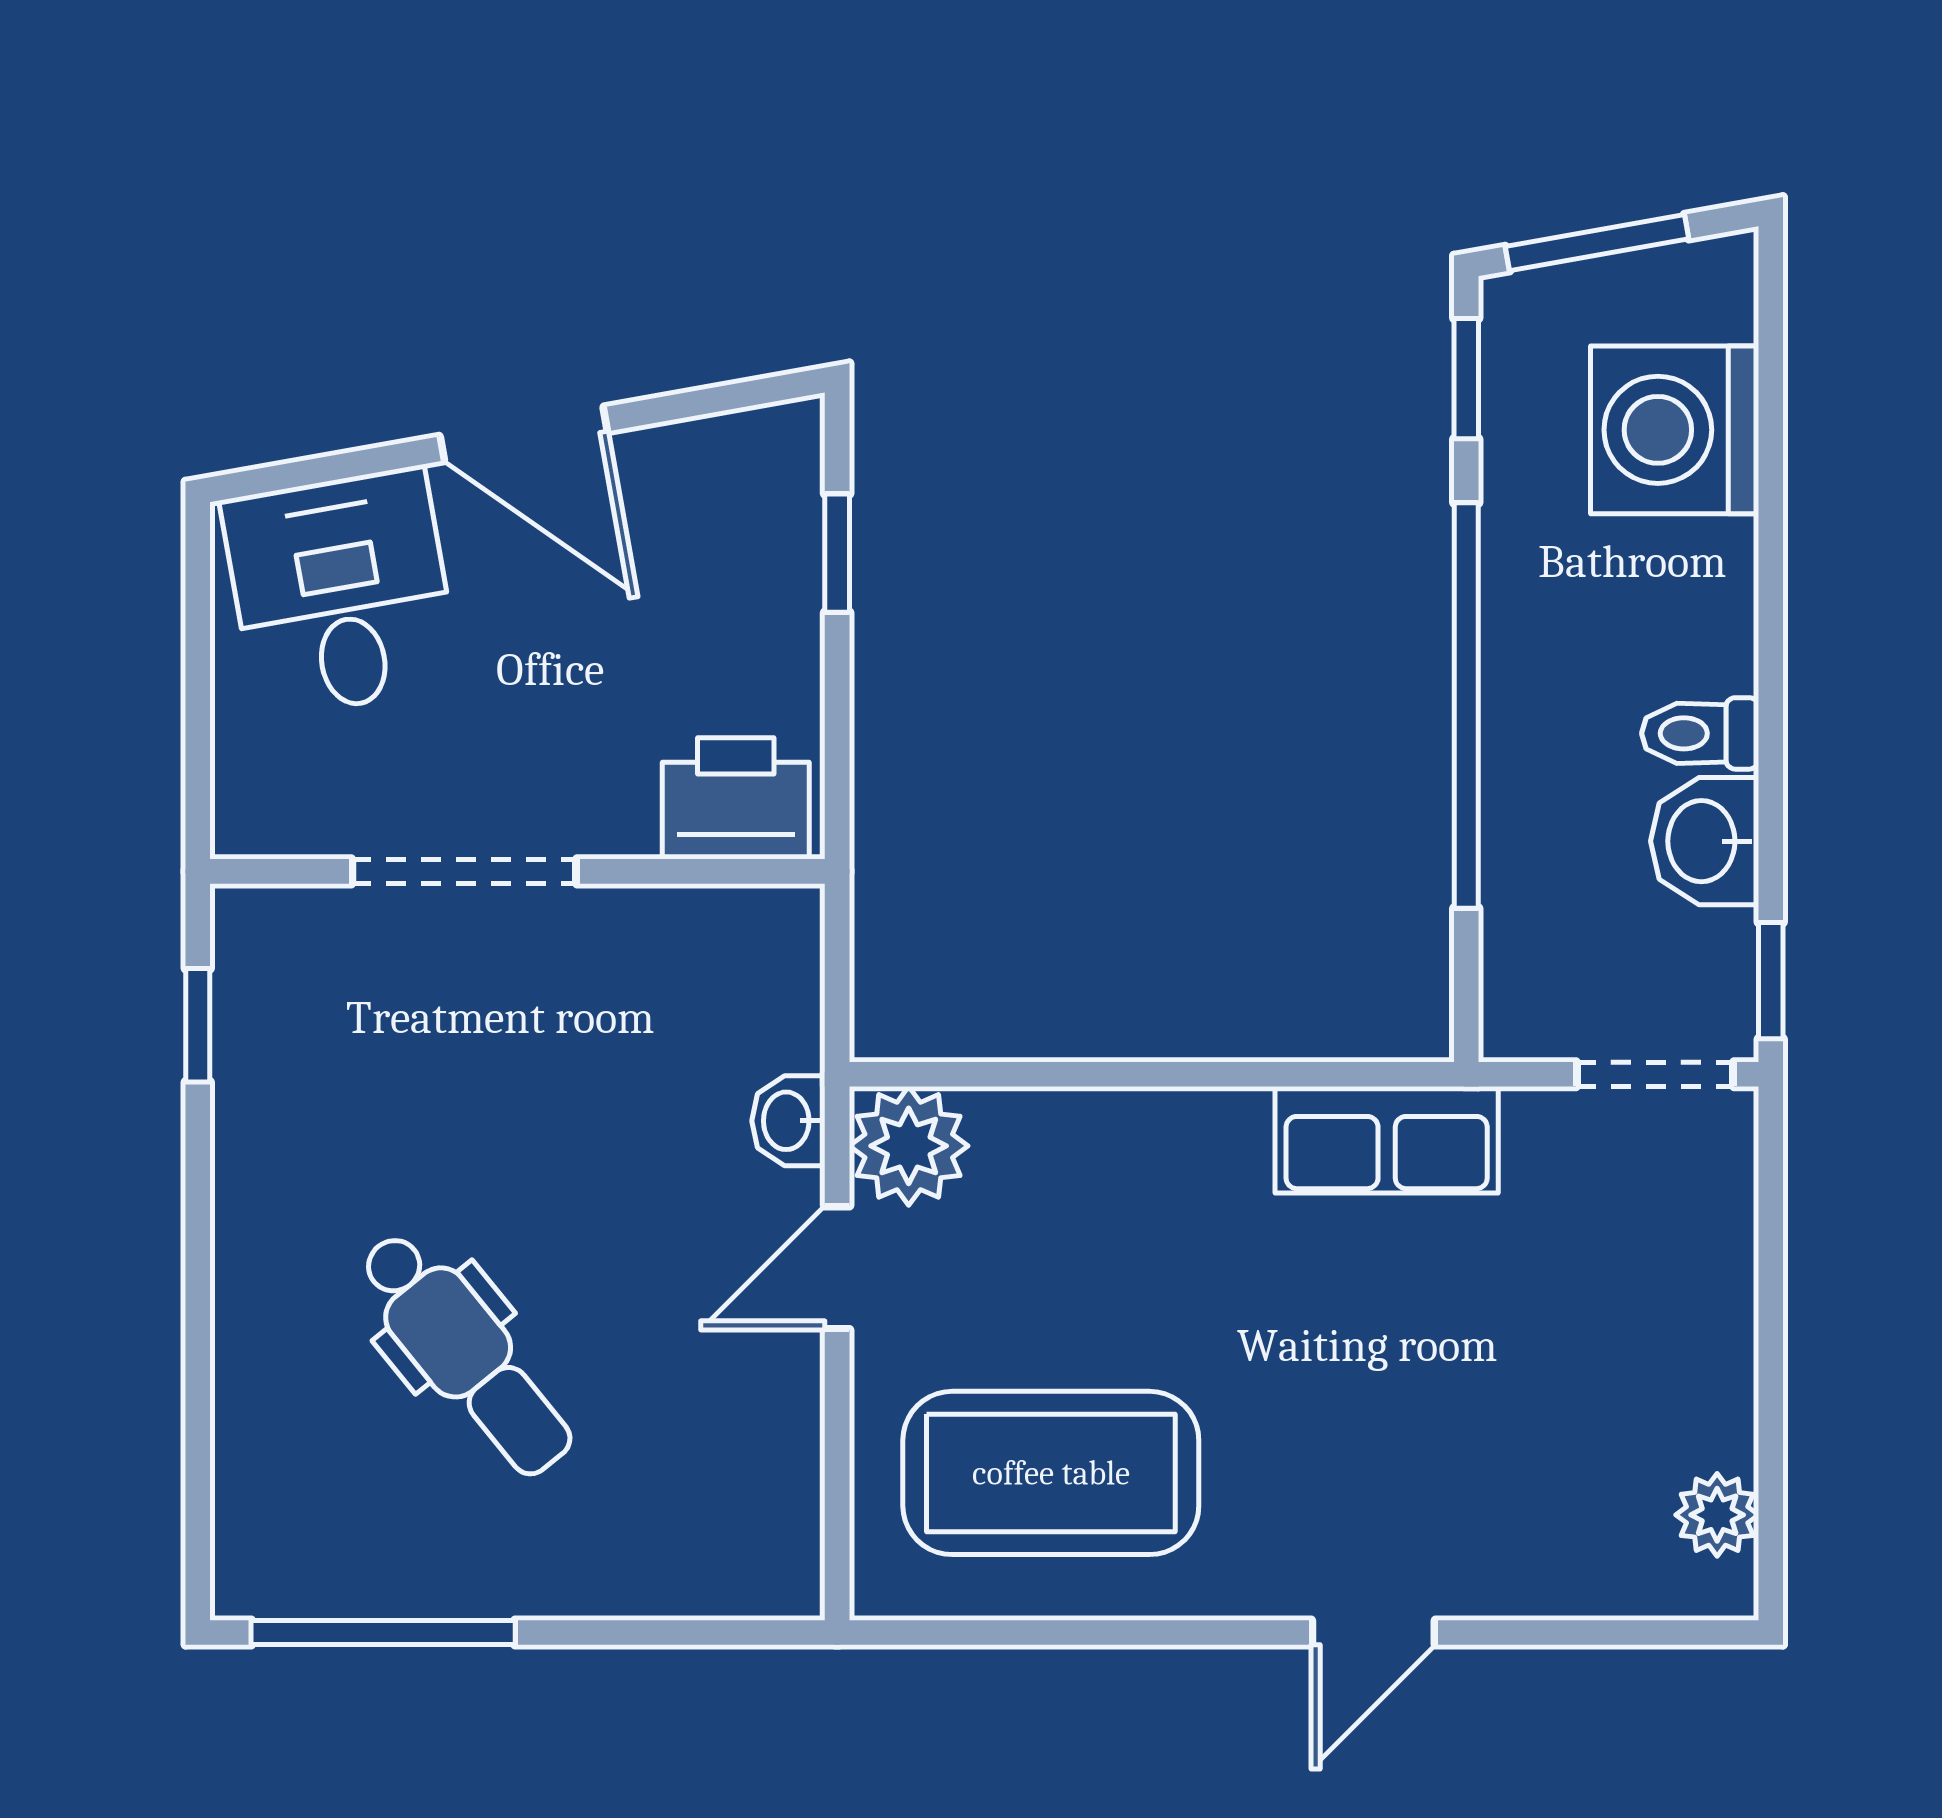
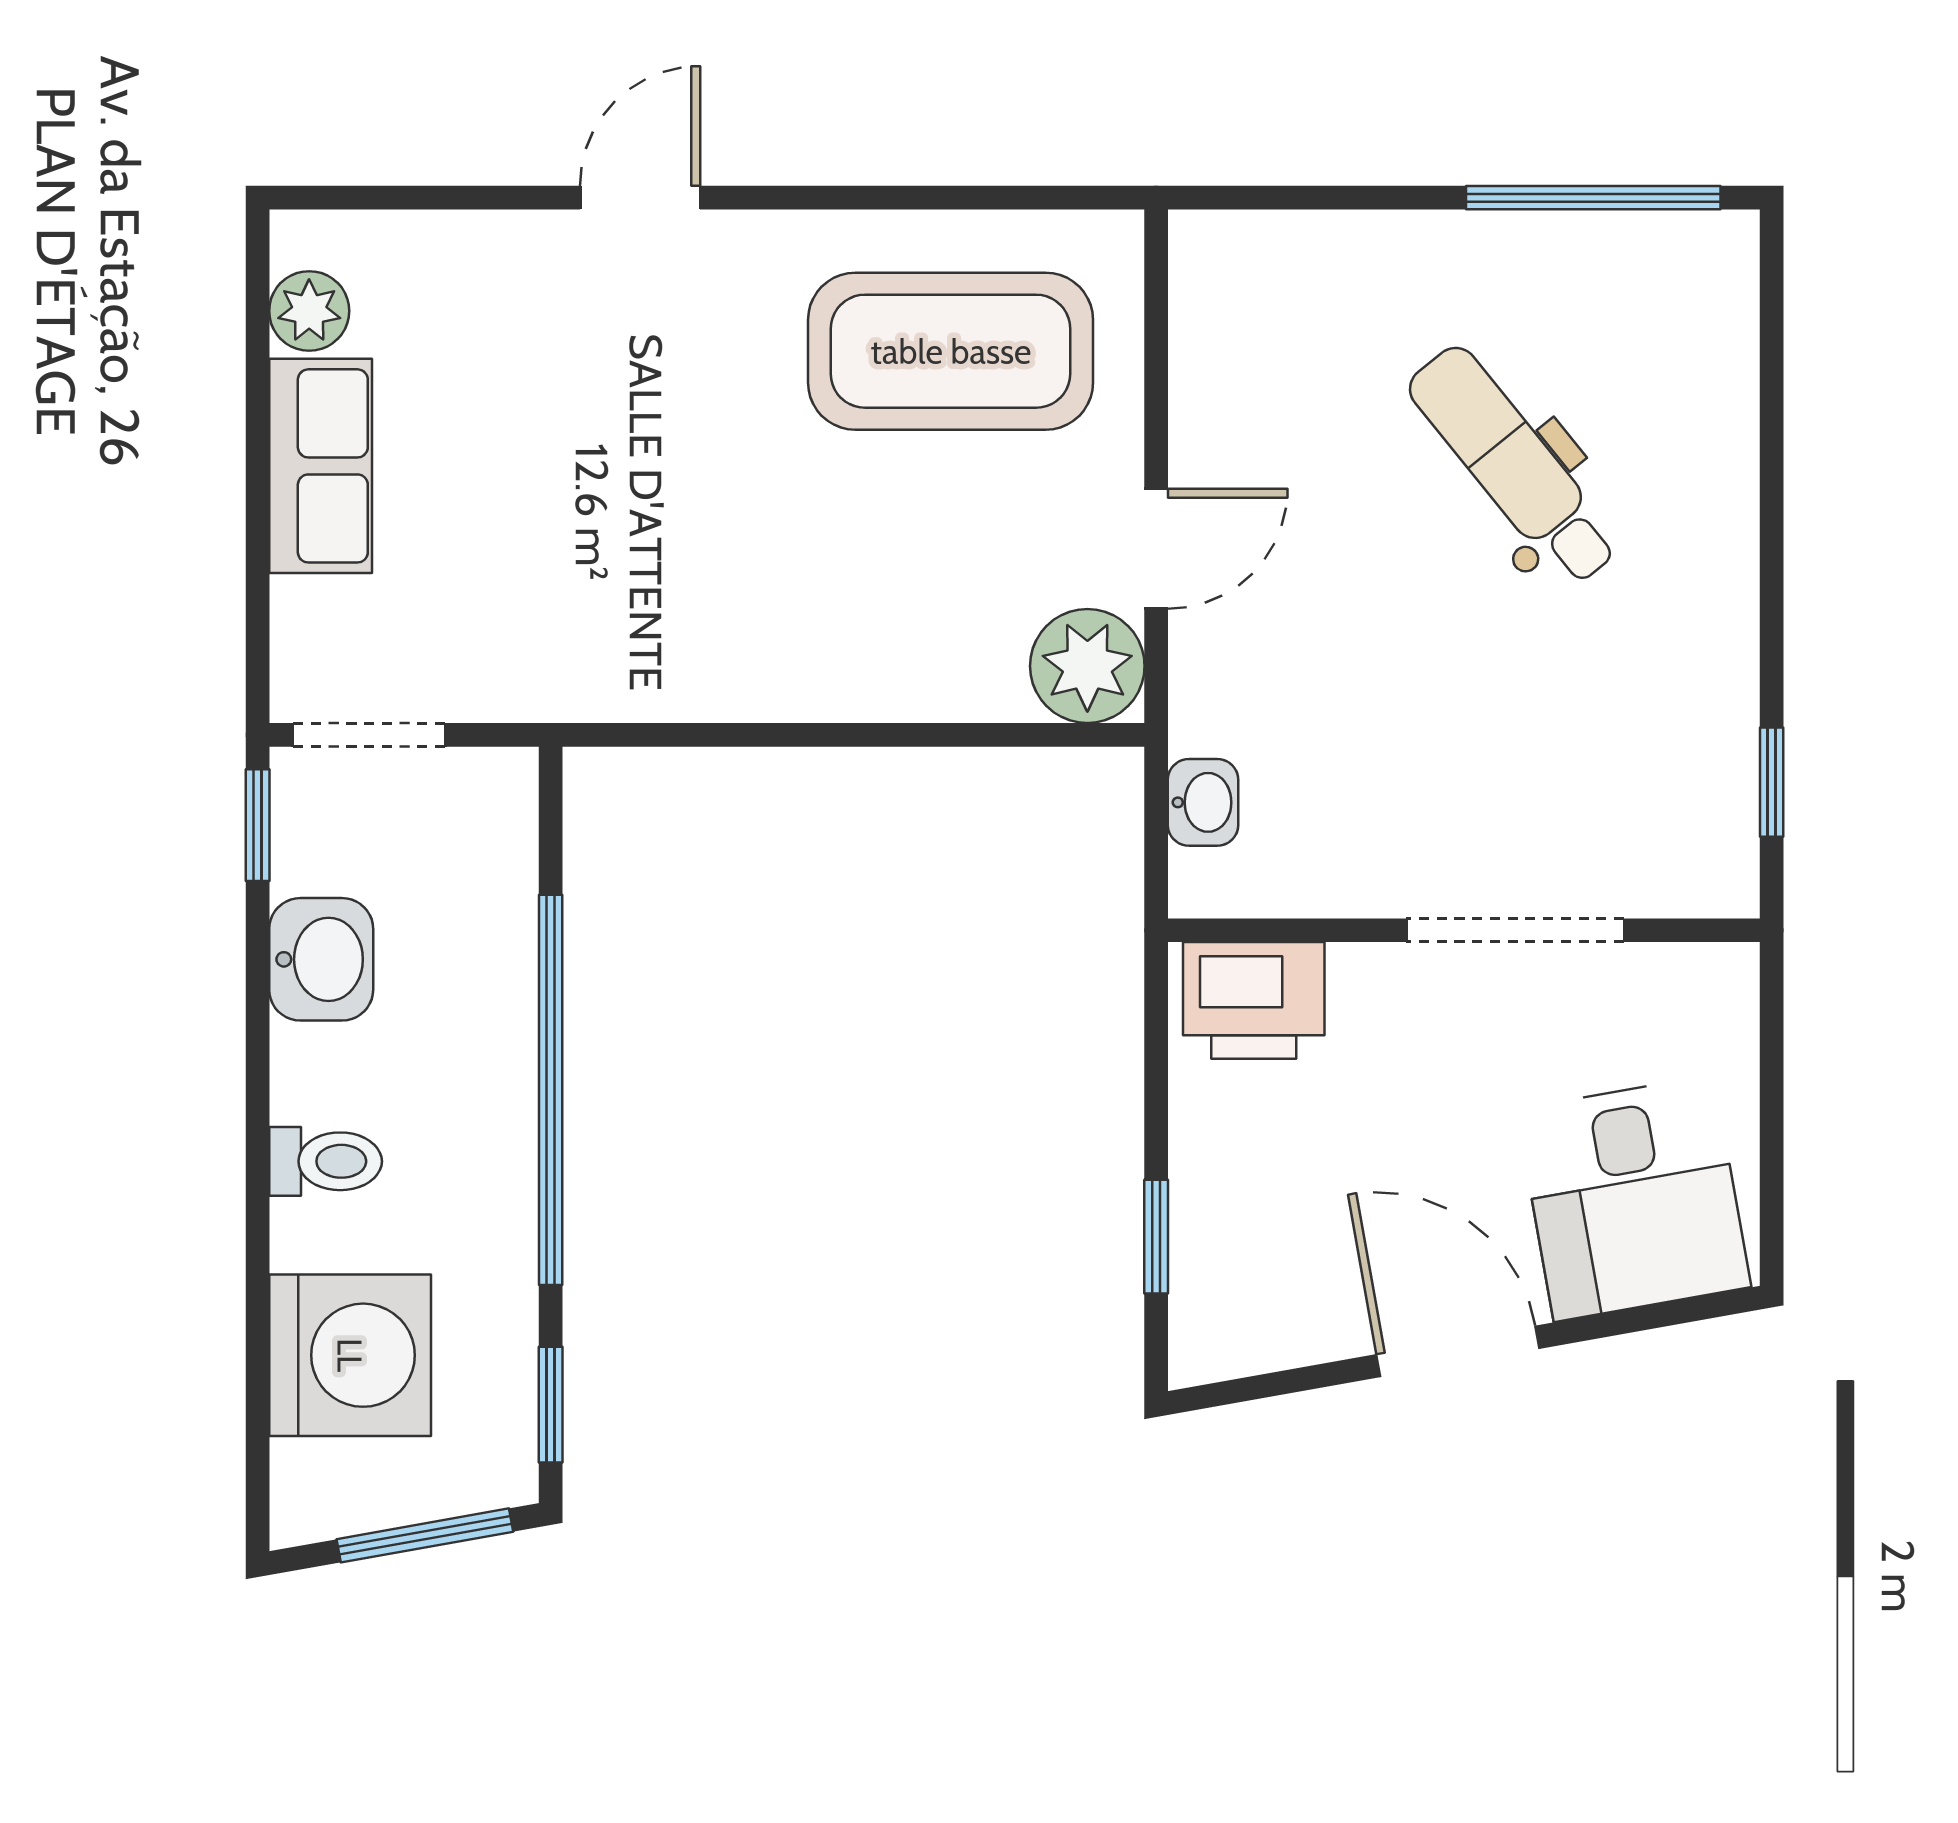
toilet: (1700, 733) -> (326, 1161), moved
washbasin: (788, 1121) -> (1203, 802), moved
row of seats: (1387, 1140) -> (321, 466), moved, turned 90

